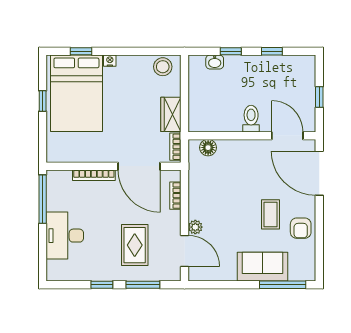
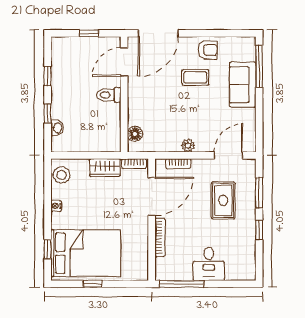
nightstand: (110, 61) -> (56, 206), moved
plant: (195, 227) -> (188, 146), moved
desk: (65, 236) -> (209, 264), width x0.73
rug: (135, 245) -> (223, 200), turned 90

